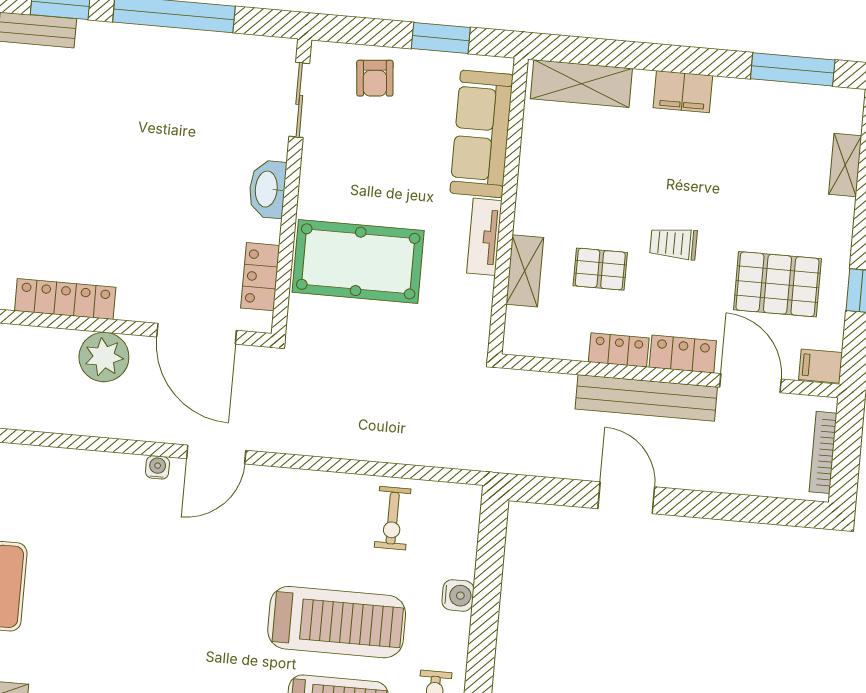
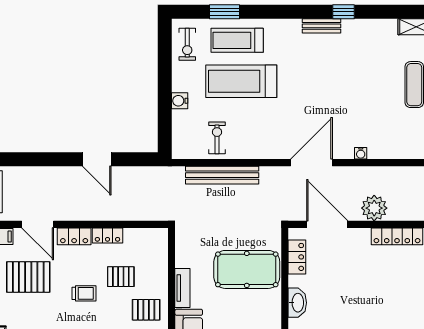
pallet: (558, 201) -> (146, 310), added
shelving: (525, 271) -> (160, 272), removed
bench: (646, 398) -> (222, 175), moved
door: (216, 455) -> (311, 163), width x1.36
water cooler: (157, 467) -> (361, 153), moved

